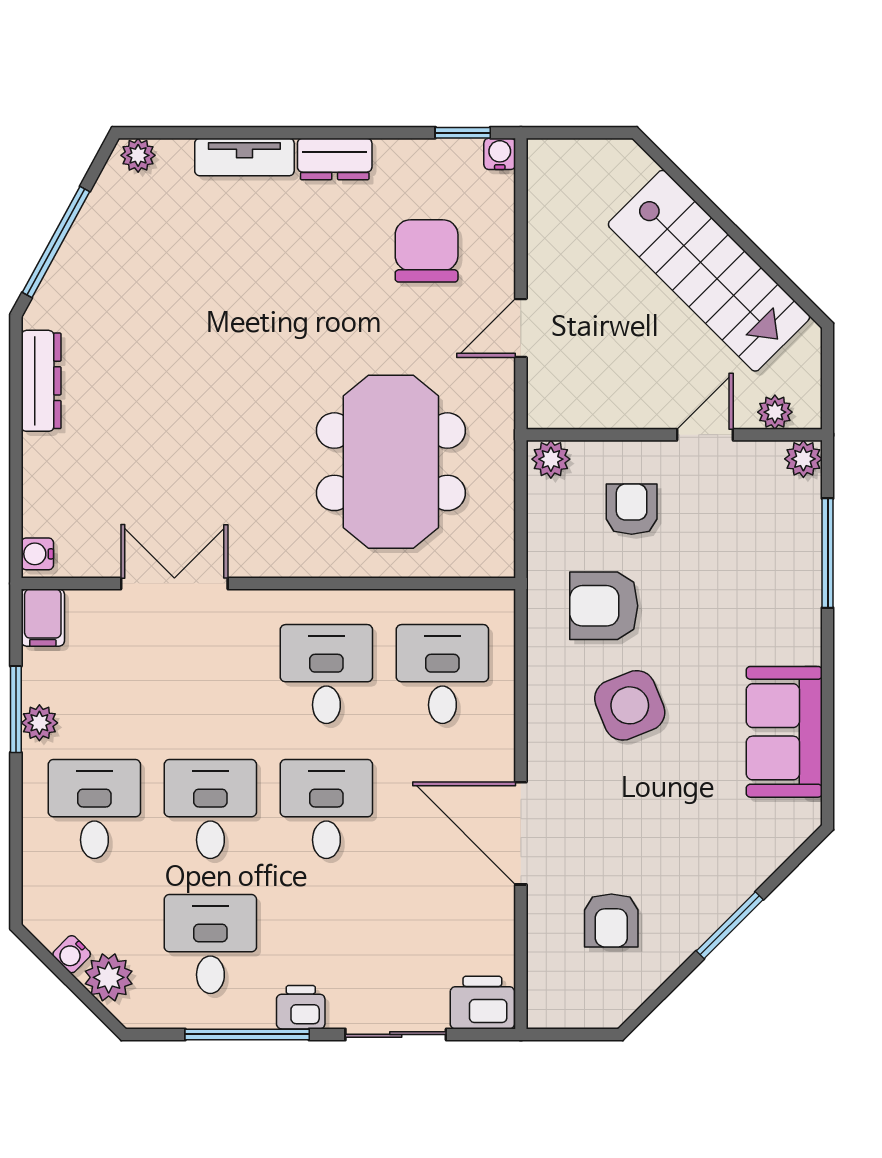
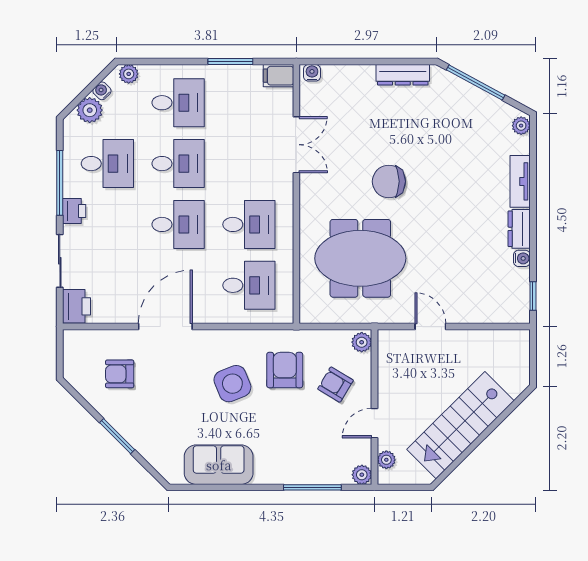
water cooler: (500, 154) -> (522, 258), moved
chair: (427, 251) -> (389, 181), moved, turned 180
door: (705, 435) -> (374, 423), swing flipped
armchair: (632, 509) -> (335, 385), turned -149
plant: (39, 723) -> (129, 74), moved

